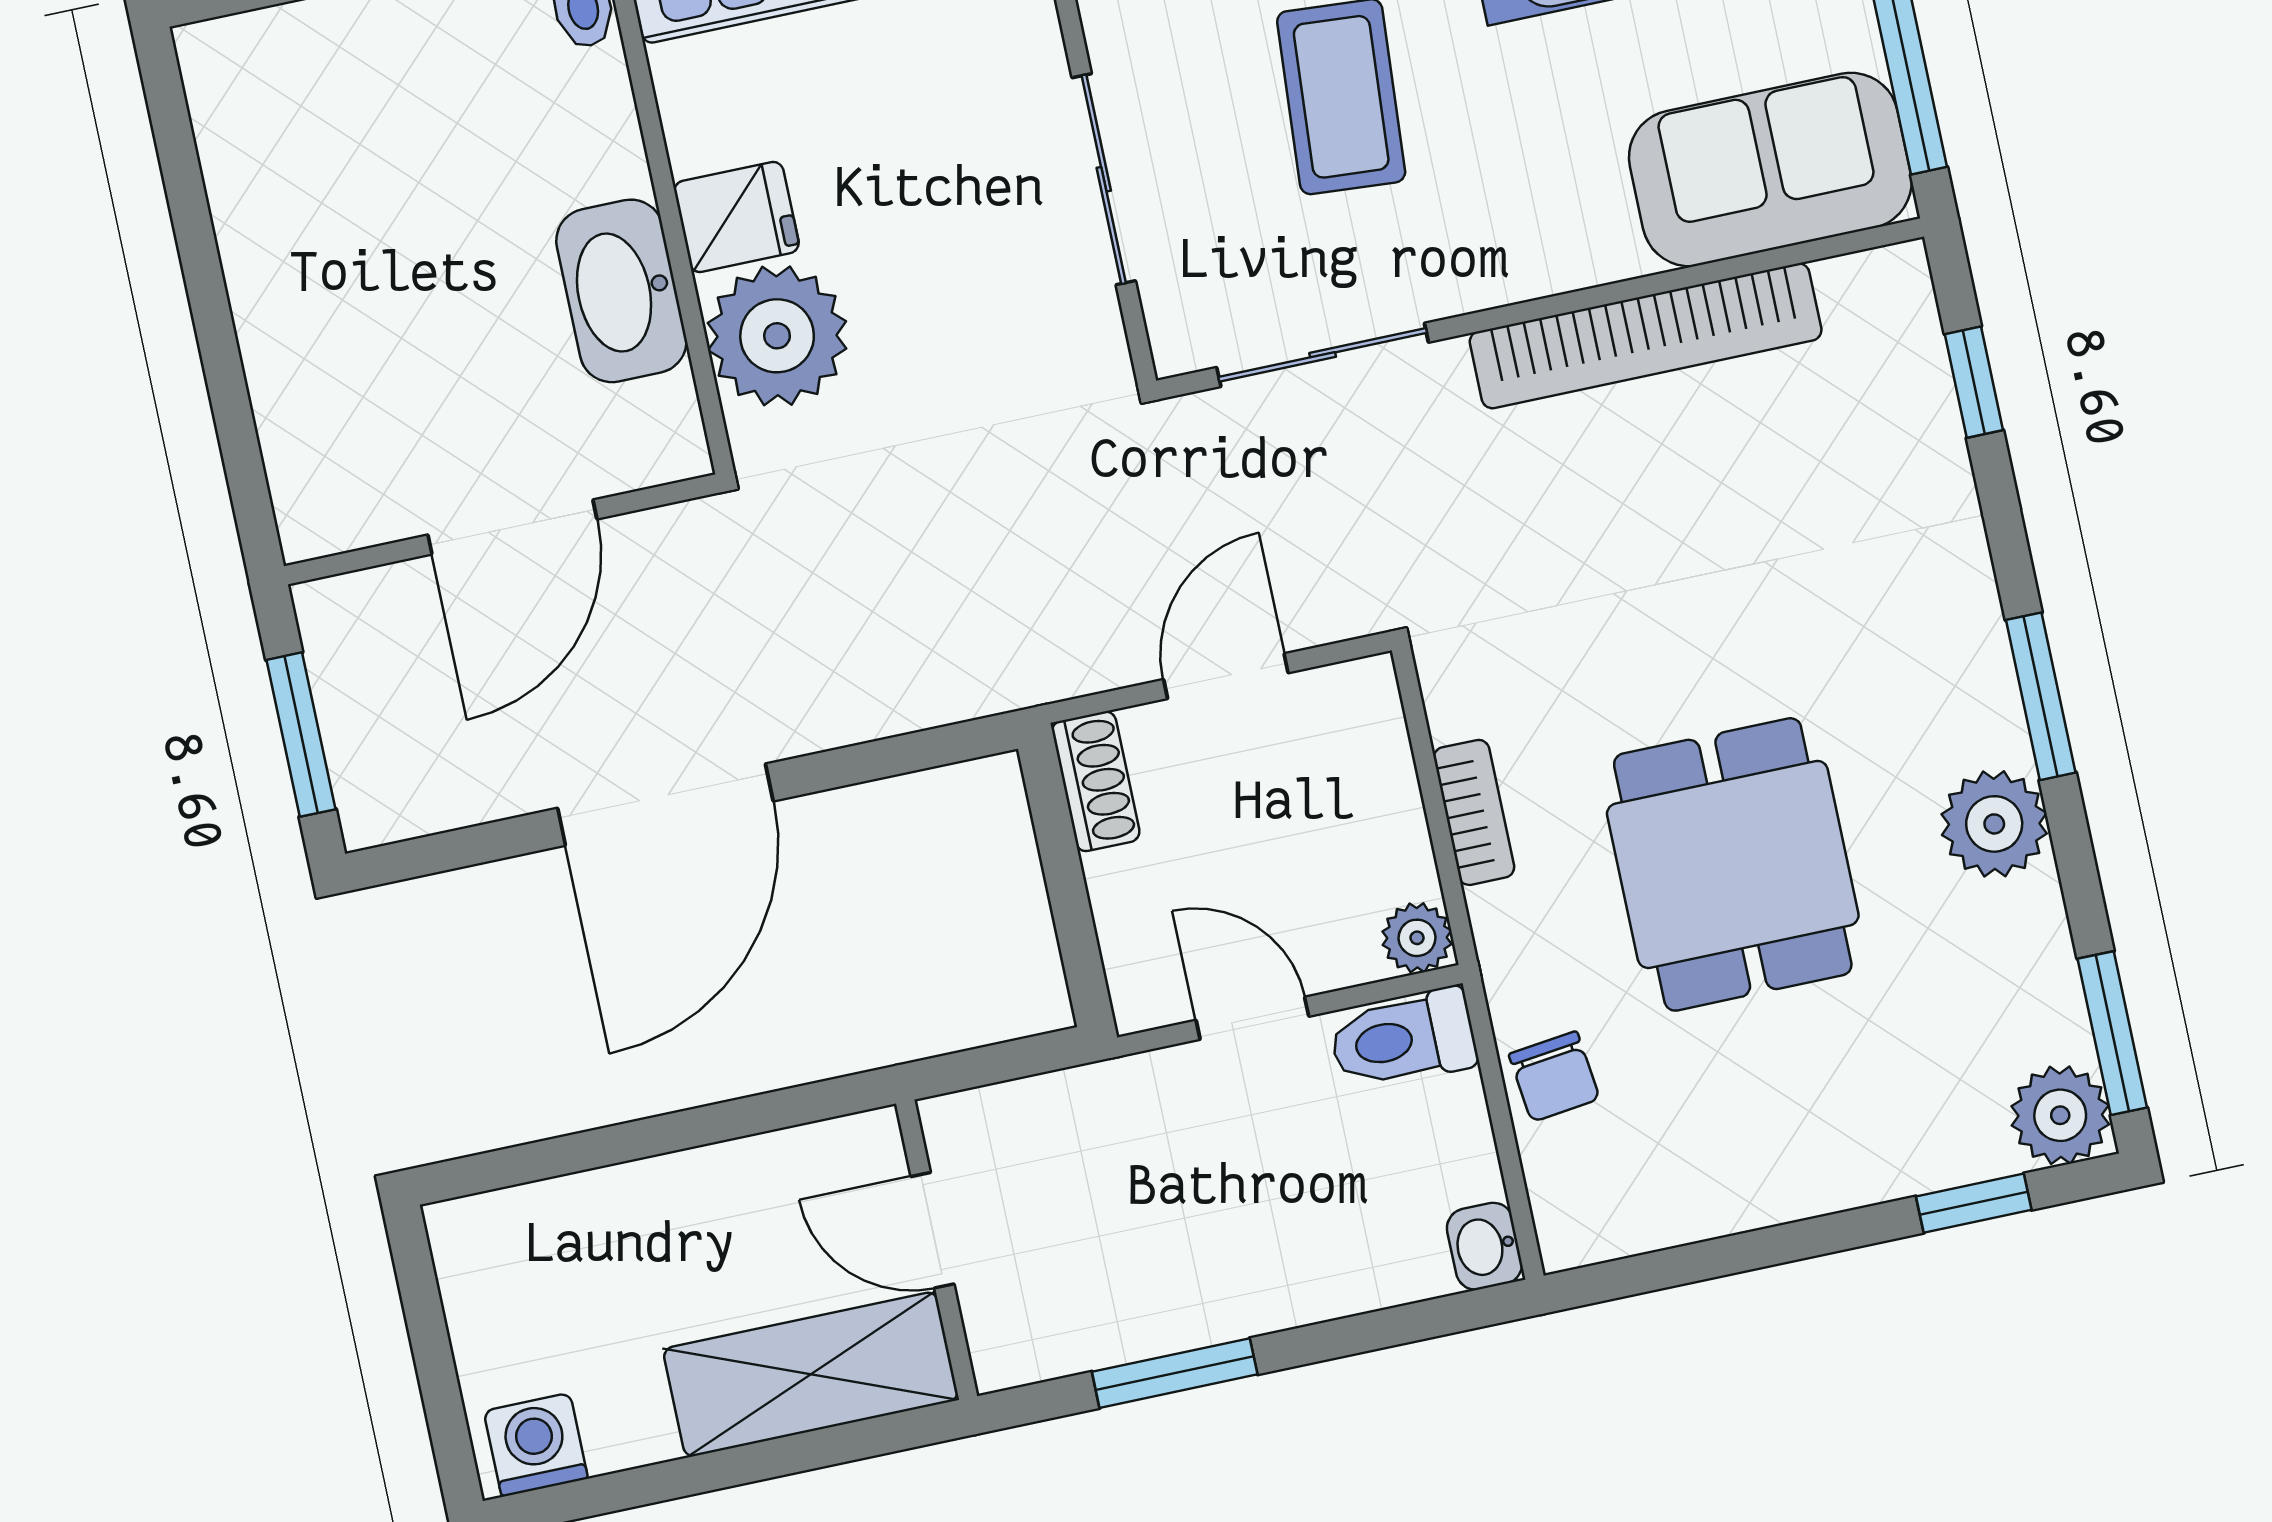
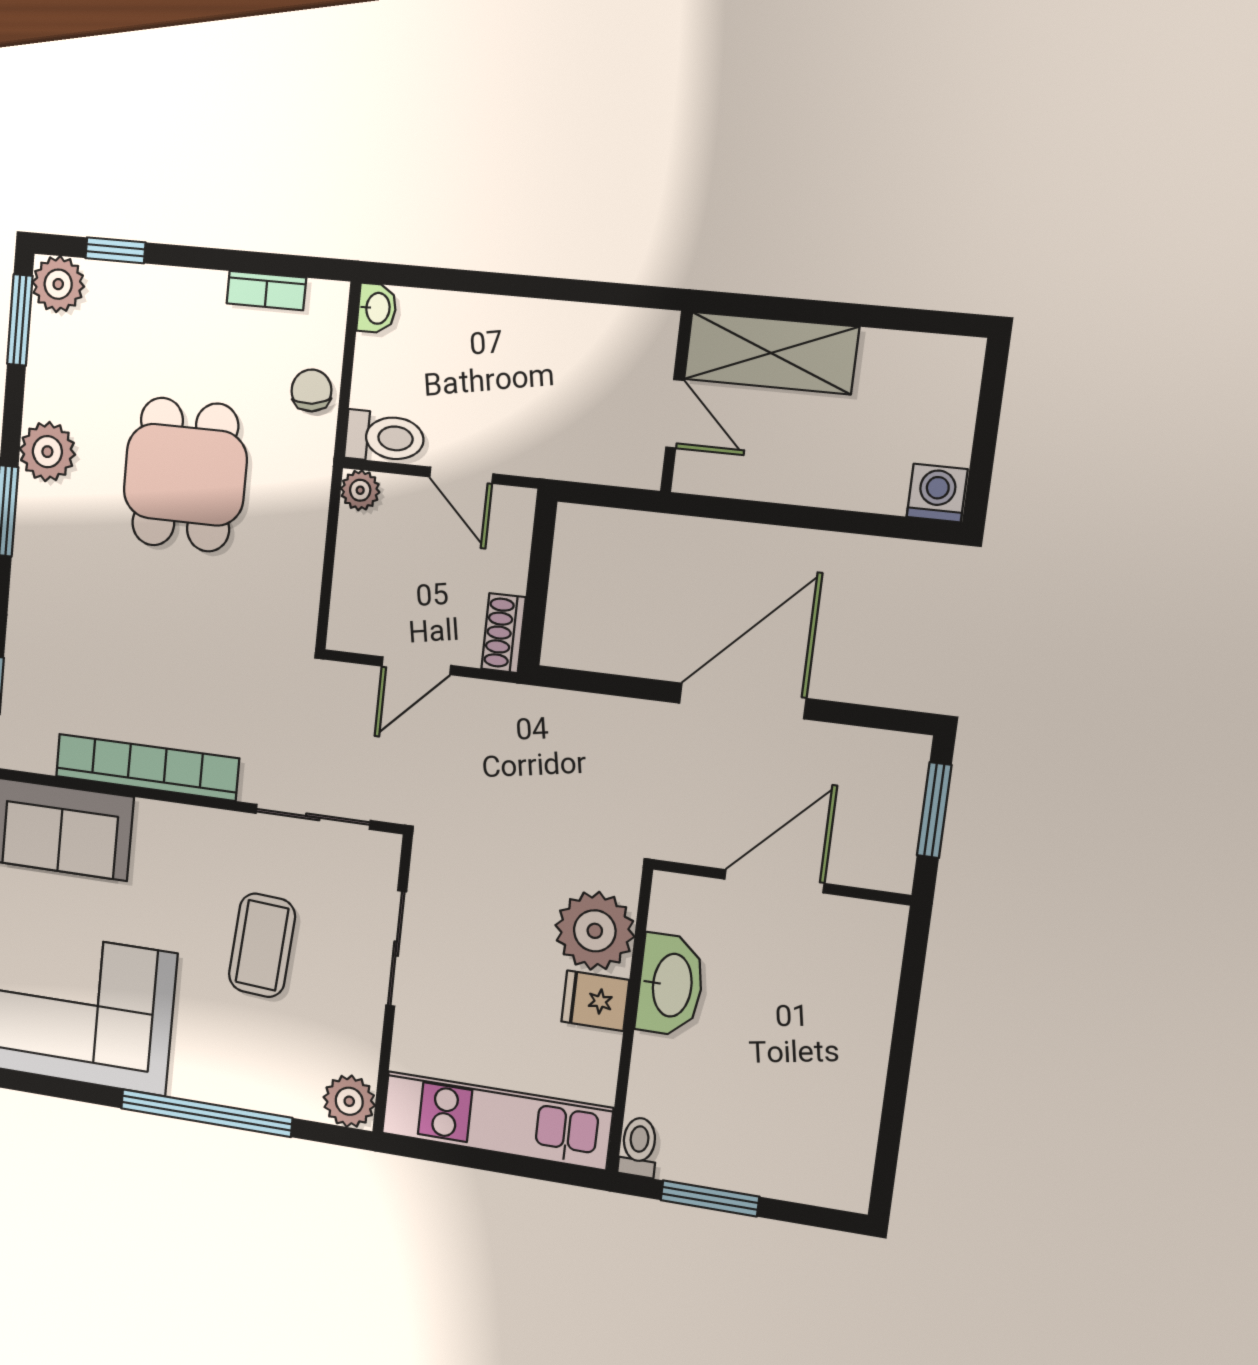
bookcase: (1474, 812) -> (266, 291), moved, turned -90
window: (1175, 1373) -> (567, 290), removed
washing machine: (536, 1445) -> (937, 493), moved, turned 180

